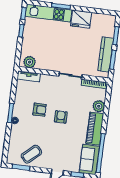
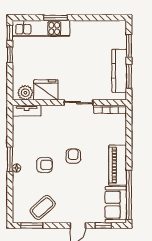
fridge: (81, 19) -> (46, 90), moved, turned 180
plant: (99, 106) -> (119, 137), removed
armchair: (40, 110) -> (45, 165), moved

